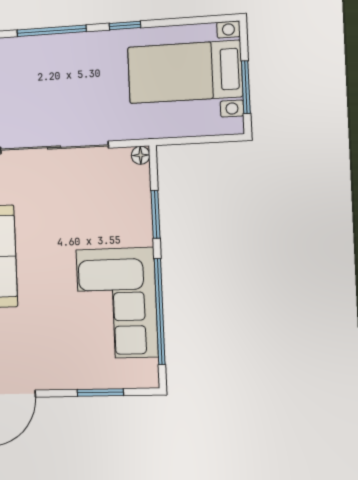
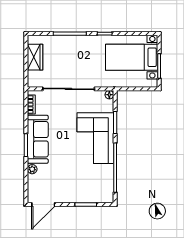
corner sofa: (117, 303) -> (95, 138), moved

